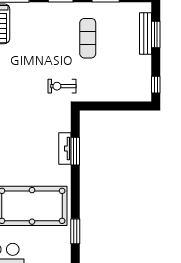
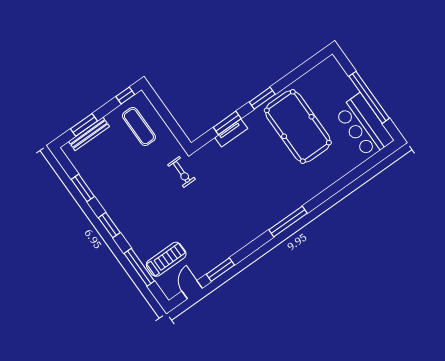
exercise mat: (88, 38) -> (139, 126), moved, turned 90
window: (75, 231) -> (262, 98), moved

